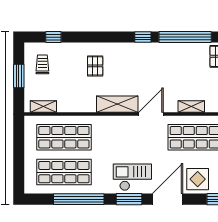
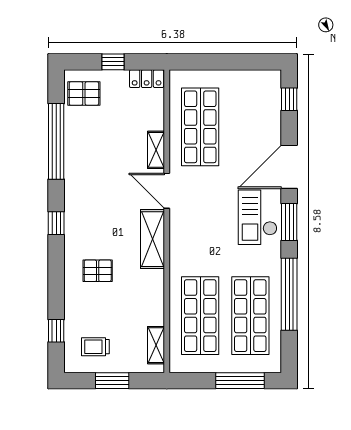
window: (143, 37) -> (56, 223), moved
shelving: (191, 107) -> (156, 150), moved
window: (19, 165) -> (240, 381), added
display table: (198, 179) -> (260, 123), removed
door: (167, 199) -> (289, 167), hinge flipped

